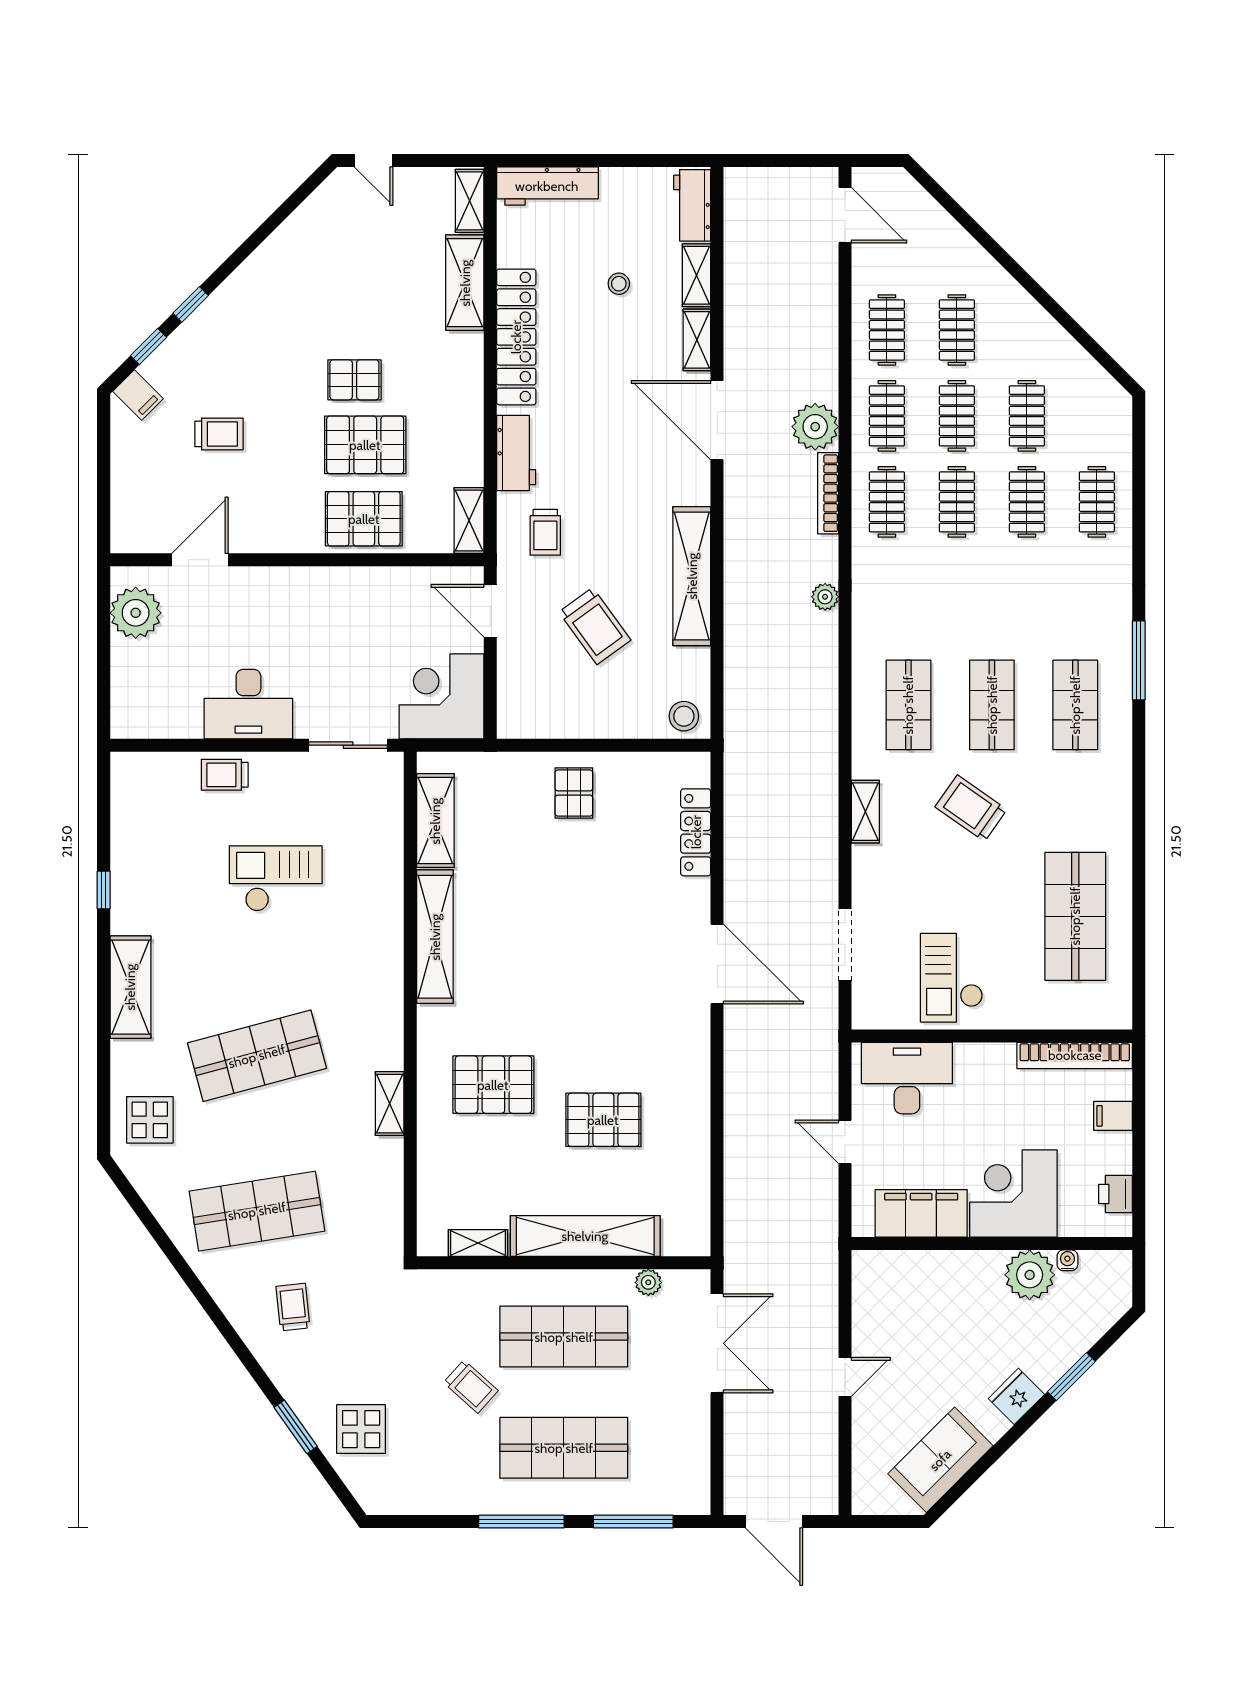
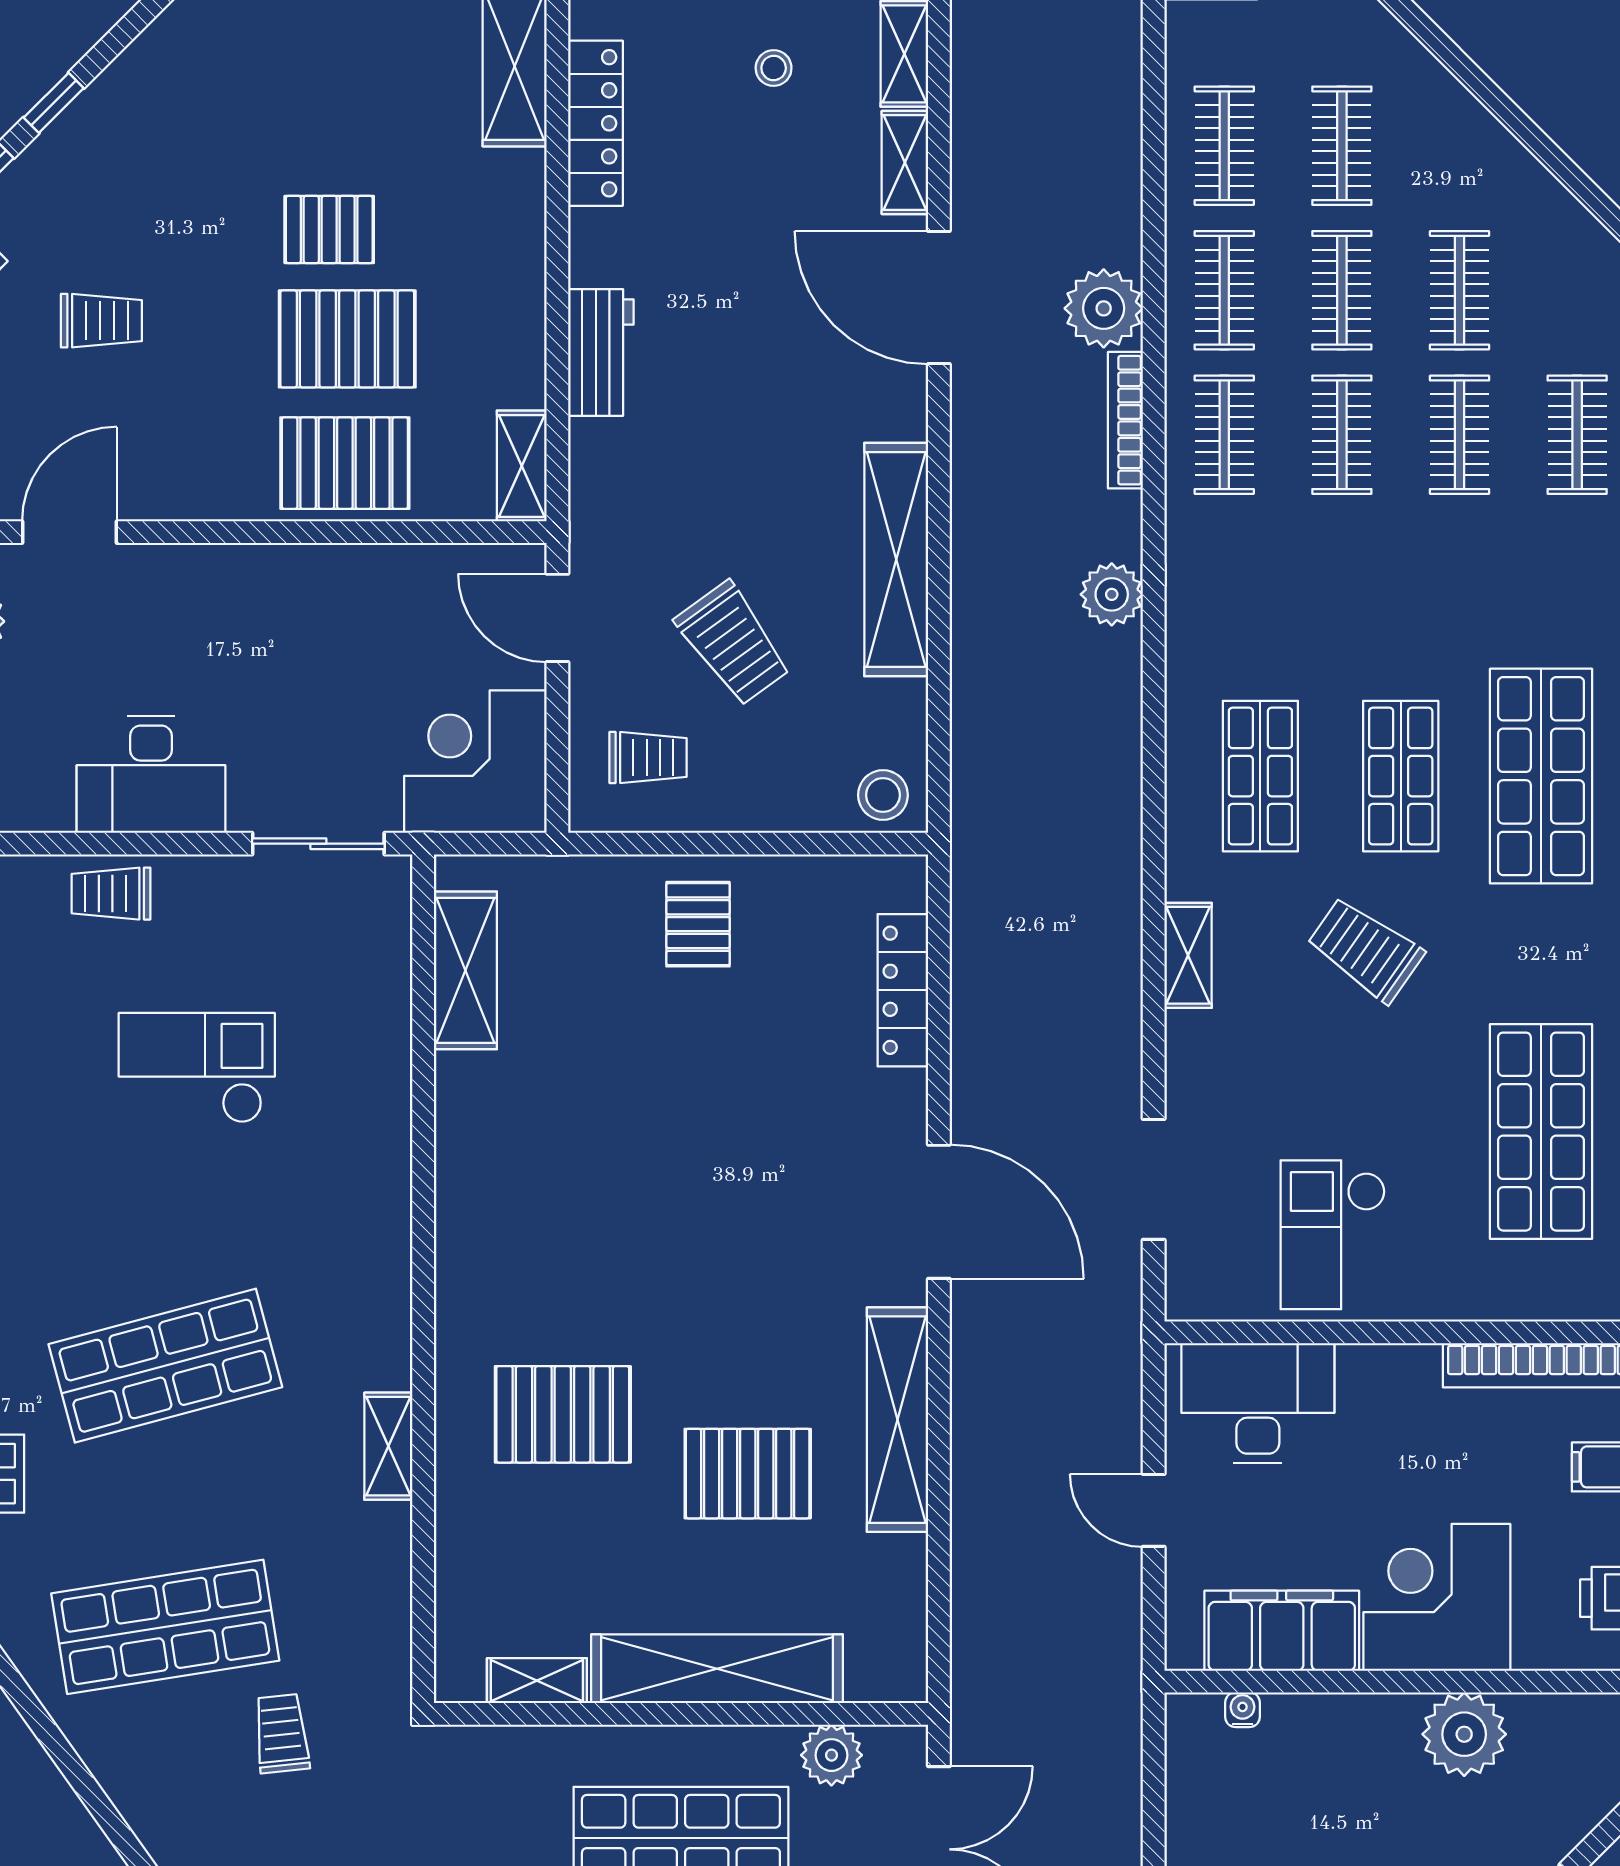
locker: (516, 337) -> (595, 123), width x0.71, depth x0.83
trolley: (545, 532) -> (648, 757), moved, turned -90
plant: (825, 597) -> (1112, 594), width x1.38, depth x1.38
shop shelf: (1075, 705) -> (1541, 776), width x1.43, depth x1.36
shelving: (435, 937) -> (897, 1420), moved
water cooler: (1067, 1260) -> (1243, 1710), moved
plant: (648, 1282) -> (831, 1755), width x1.38, depth x1.38
trolley: (293, 1307) -> (281, 1734), moved

